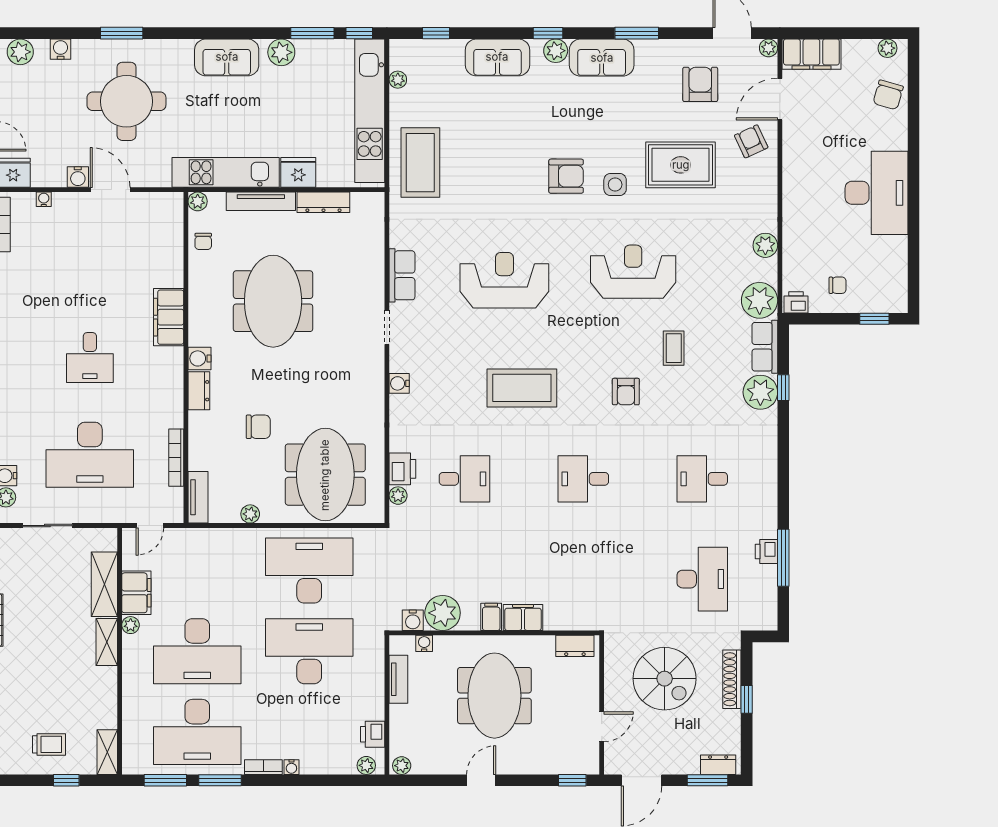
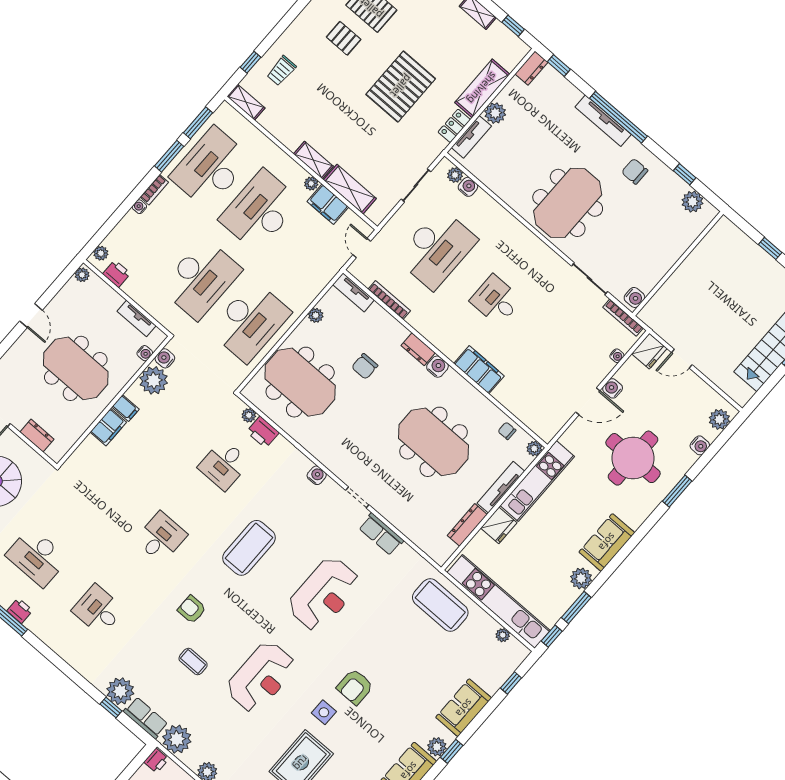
desk: (90, 455) -> (437, 249), turned 180
desk: (702, 479) -> (98, 610), turned -90
dresser: (575, 646) -> (37, 436), moved, turned 90

